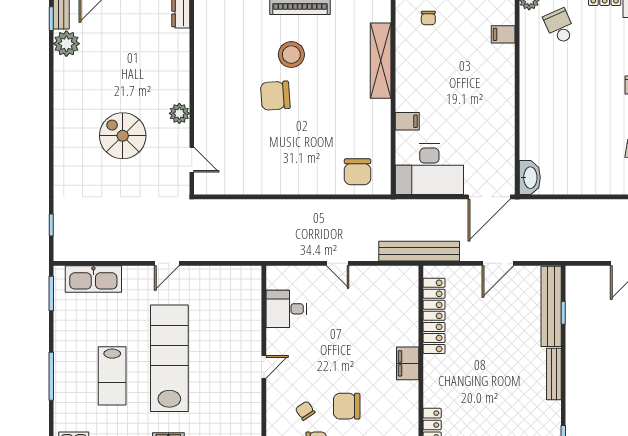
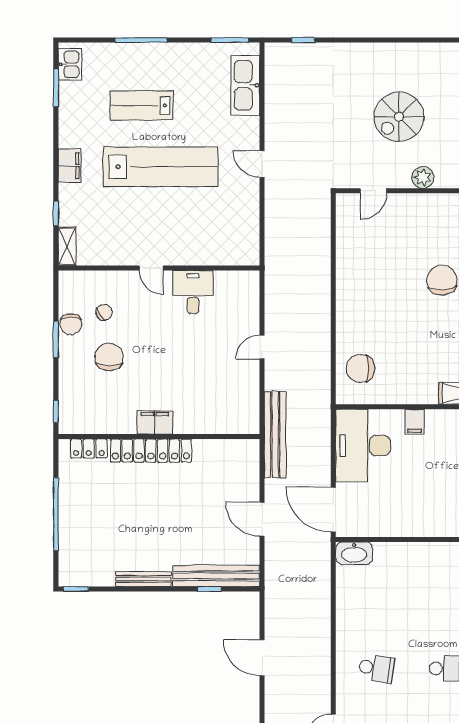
spiral stairs: (123, 136) -> (399, 117), turned 180
desk: (286, 309) -> (193, 292), moved
locker: (434, 316) -> (151, 451), moved

